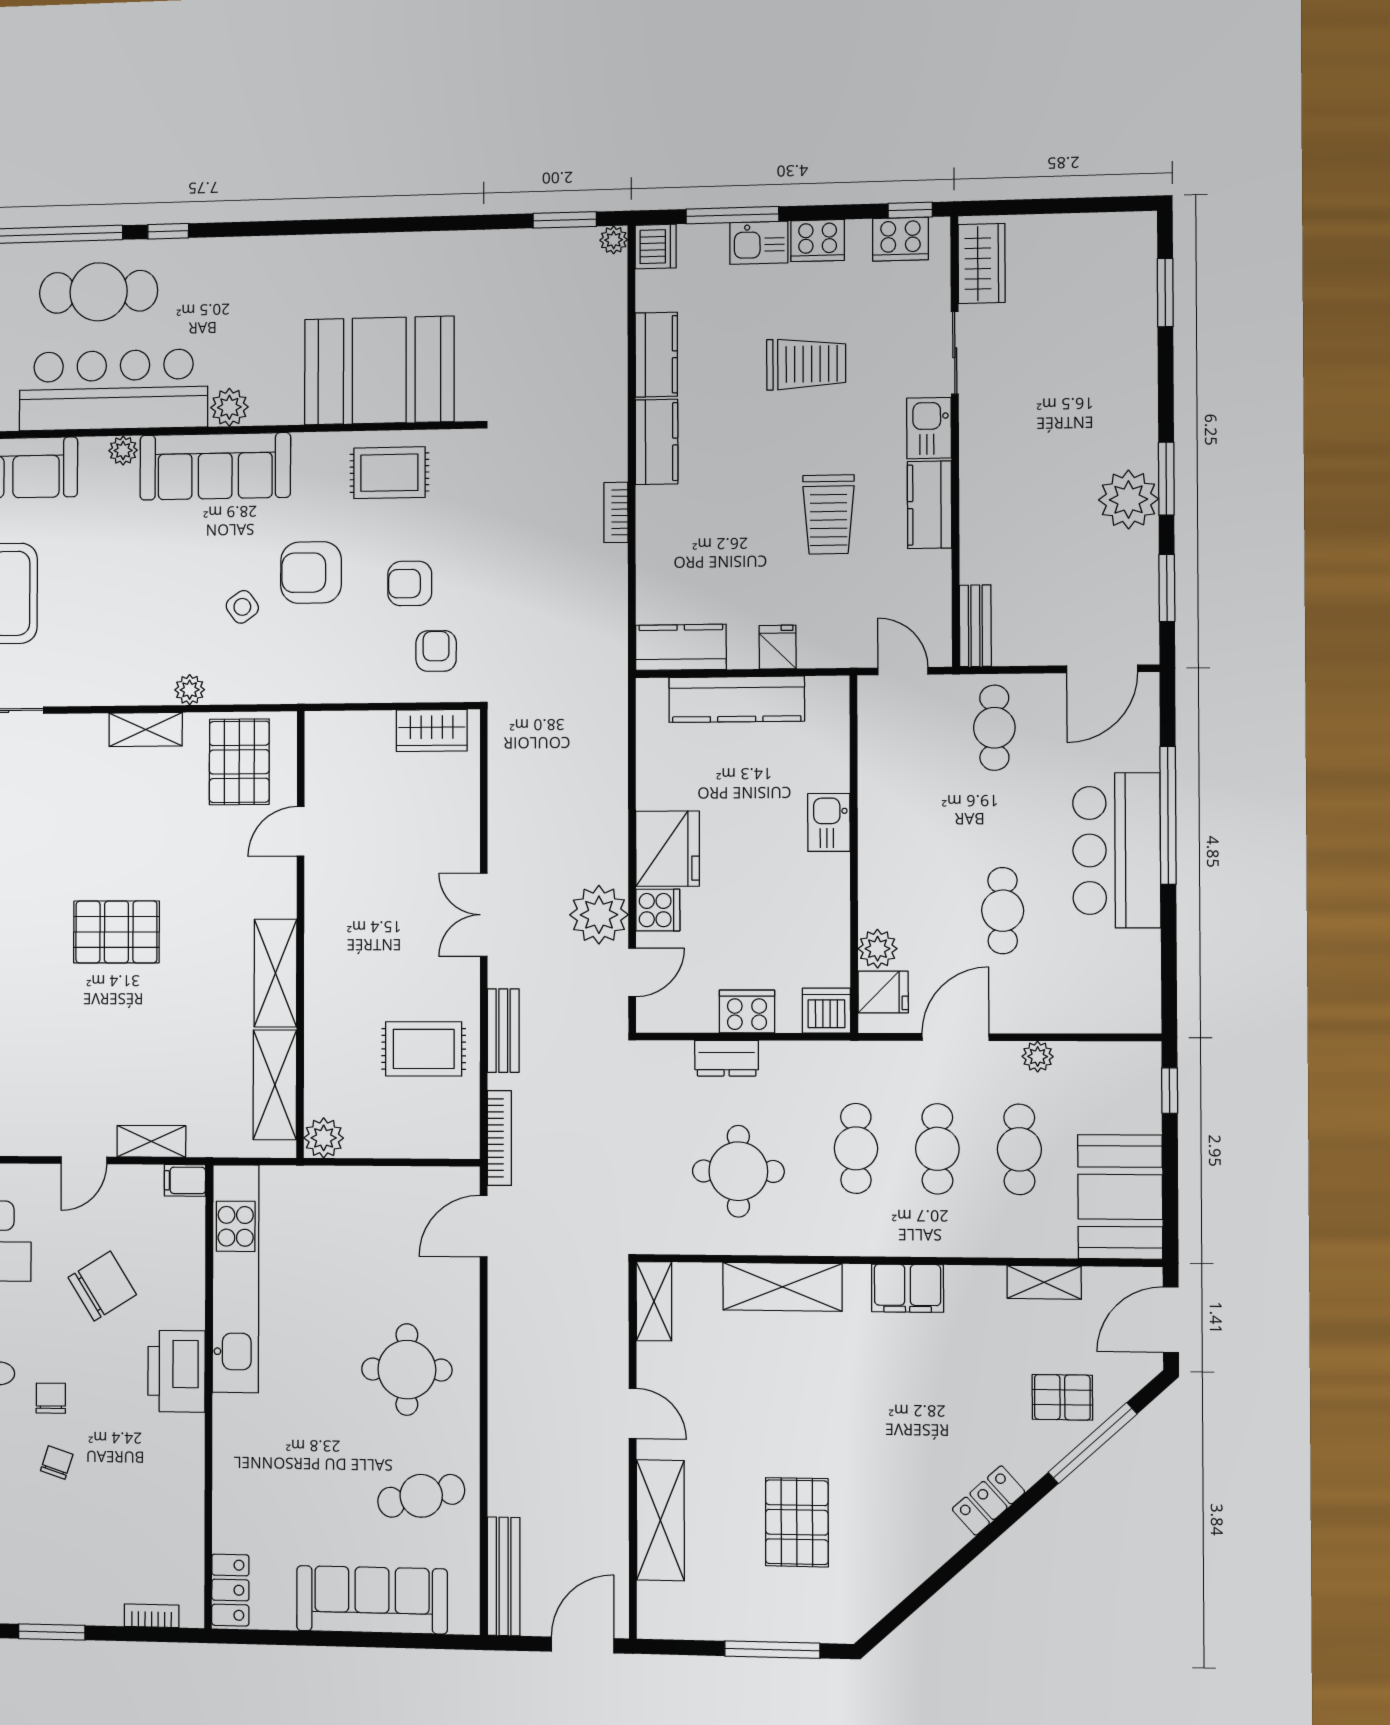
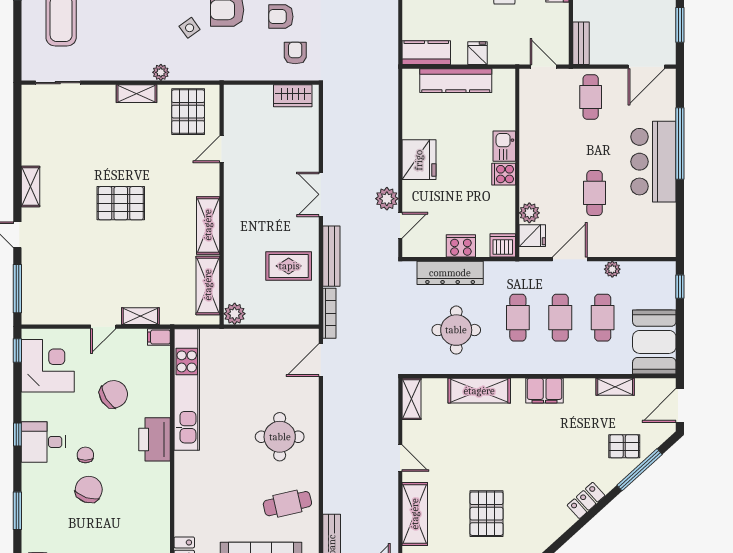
cooker: (658, 910) -> (504, 174), moved, turned 180
plant: (599, 915) -> (387, 199), width x0.73, depth x0.73
bench: (503, 1031) -> (331, 256), width x1.36
dresser: (727, 1058) -> (450, 273), width x1.96, depth x1.24
chair: (57, 1463) -> (89, 489), width x1.87, depth x1.87

